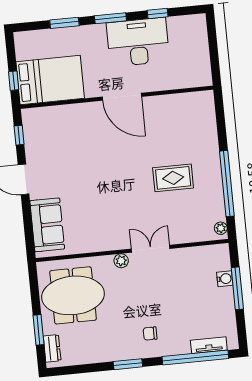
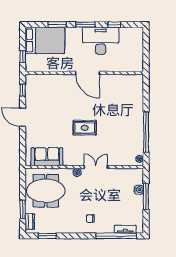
bed: (50, 80) -> (45, 40), moved
rug: (173, 178) -> (85, 128), moved
sofa: (47, 225) -> (47, 157), moved, turned -90
window: (128, 364) -> (47, 236), moved

